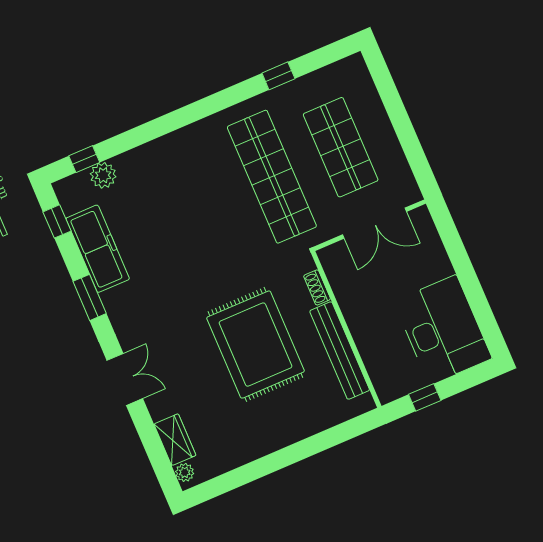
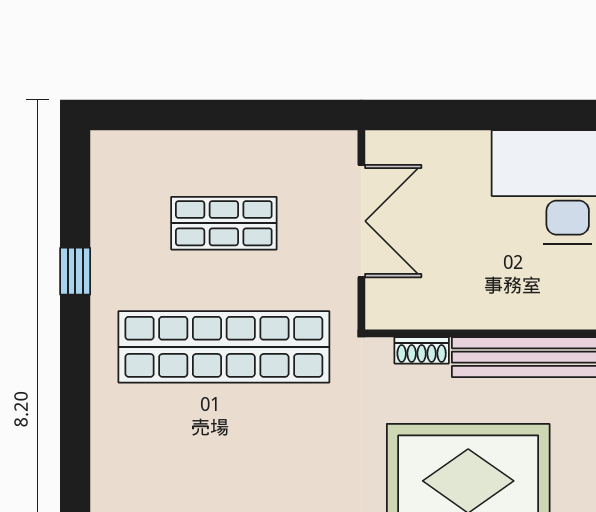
shop shelf: (341, 147) -> (224, 223), width x0.70, depth x0.74

